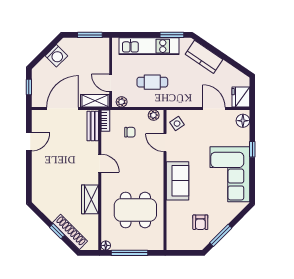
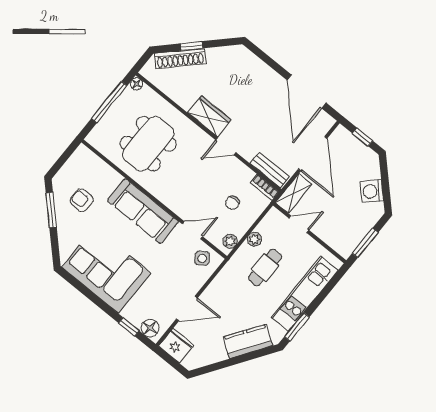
plant: (122, 102) -> (254, 239), moved
door: (29, 142) -> (306, 91), width x1.88
window: (252, 149) -> (129, 327), moved
sofa: (178, 181) -> (143, 211), width x1.36
wardrobe: (90, 199) -> (209, 116), moved

